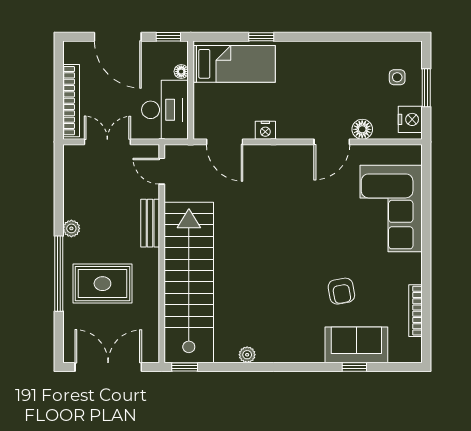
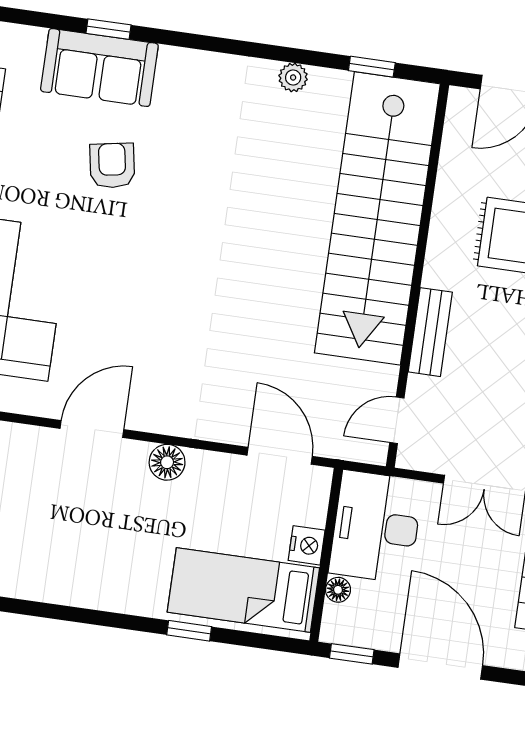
floor lamp: (362, 129) -> (167, 462), moved
nightstand: (265, 130) -> (307, 545), moved, turned 90
door: (162, 171) -> (397, 420), swing flipped
window: (185, 367) -> (372, 67), moved

